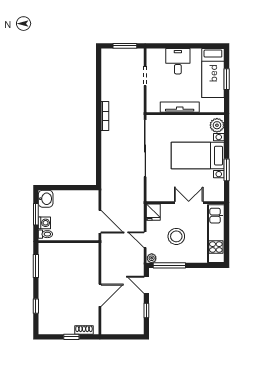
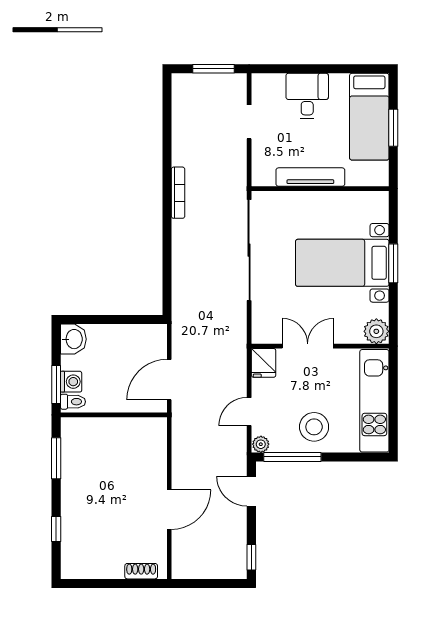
plant: (217, 125) -> (376, 331), moved
window: (227, 170) -> (393, 263), moved
double door: (189, 203) -> (308, 346), moved
window: (36, 214) -> (56, 384), moved
door: (100, 222) -> (169, 380), swing flipped
stool: (176, 236) -> (314, 427), moved
door: (145, 240) -> (249, 412), hinge flipped
window: (146, 310) -> (251, 557), moved
window: (71, 337) -> (119, 583), removed

